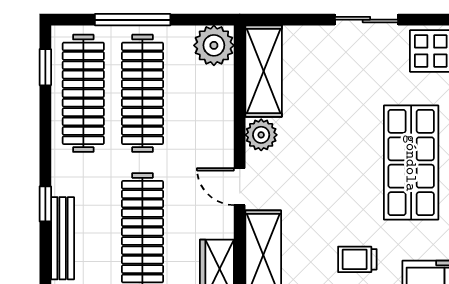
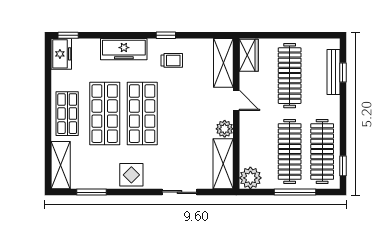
sliding door: (366, 20) -> (180, 192), moved
window: (45, 204) -> (343, 72), moved

